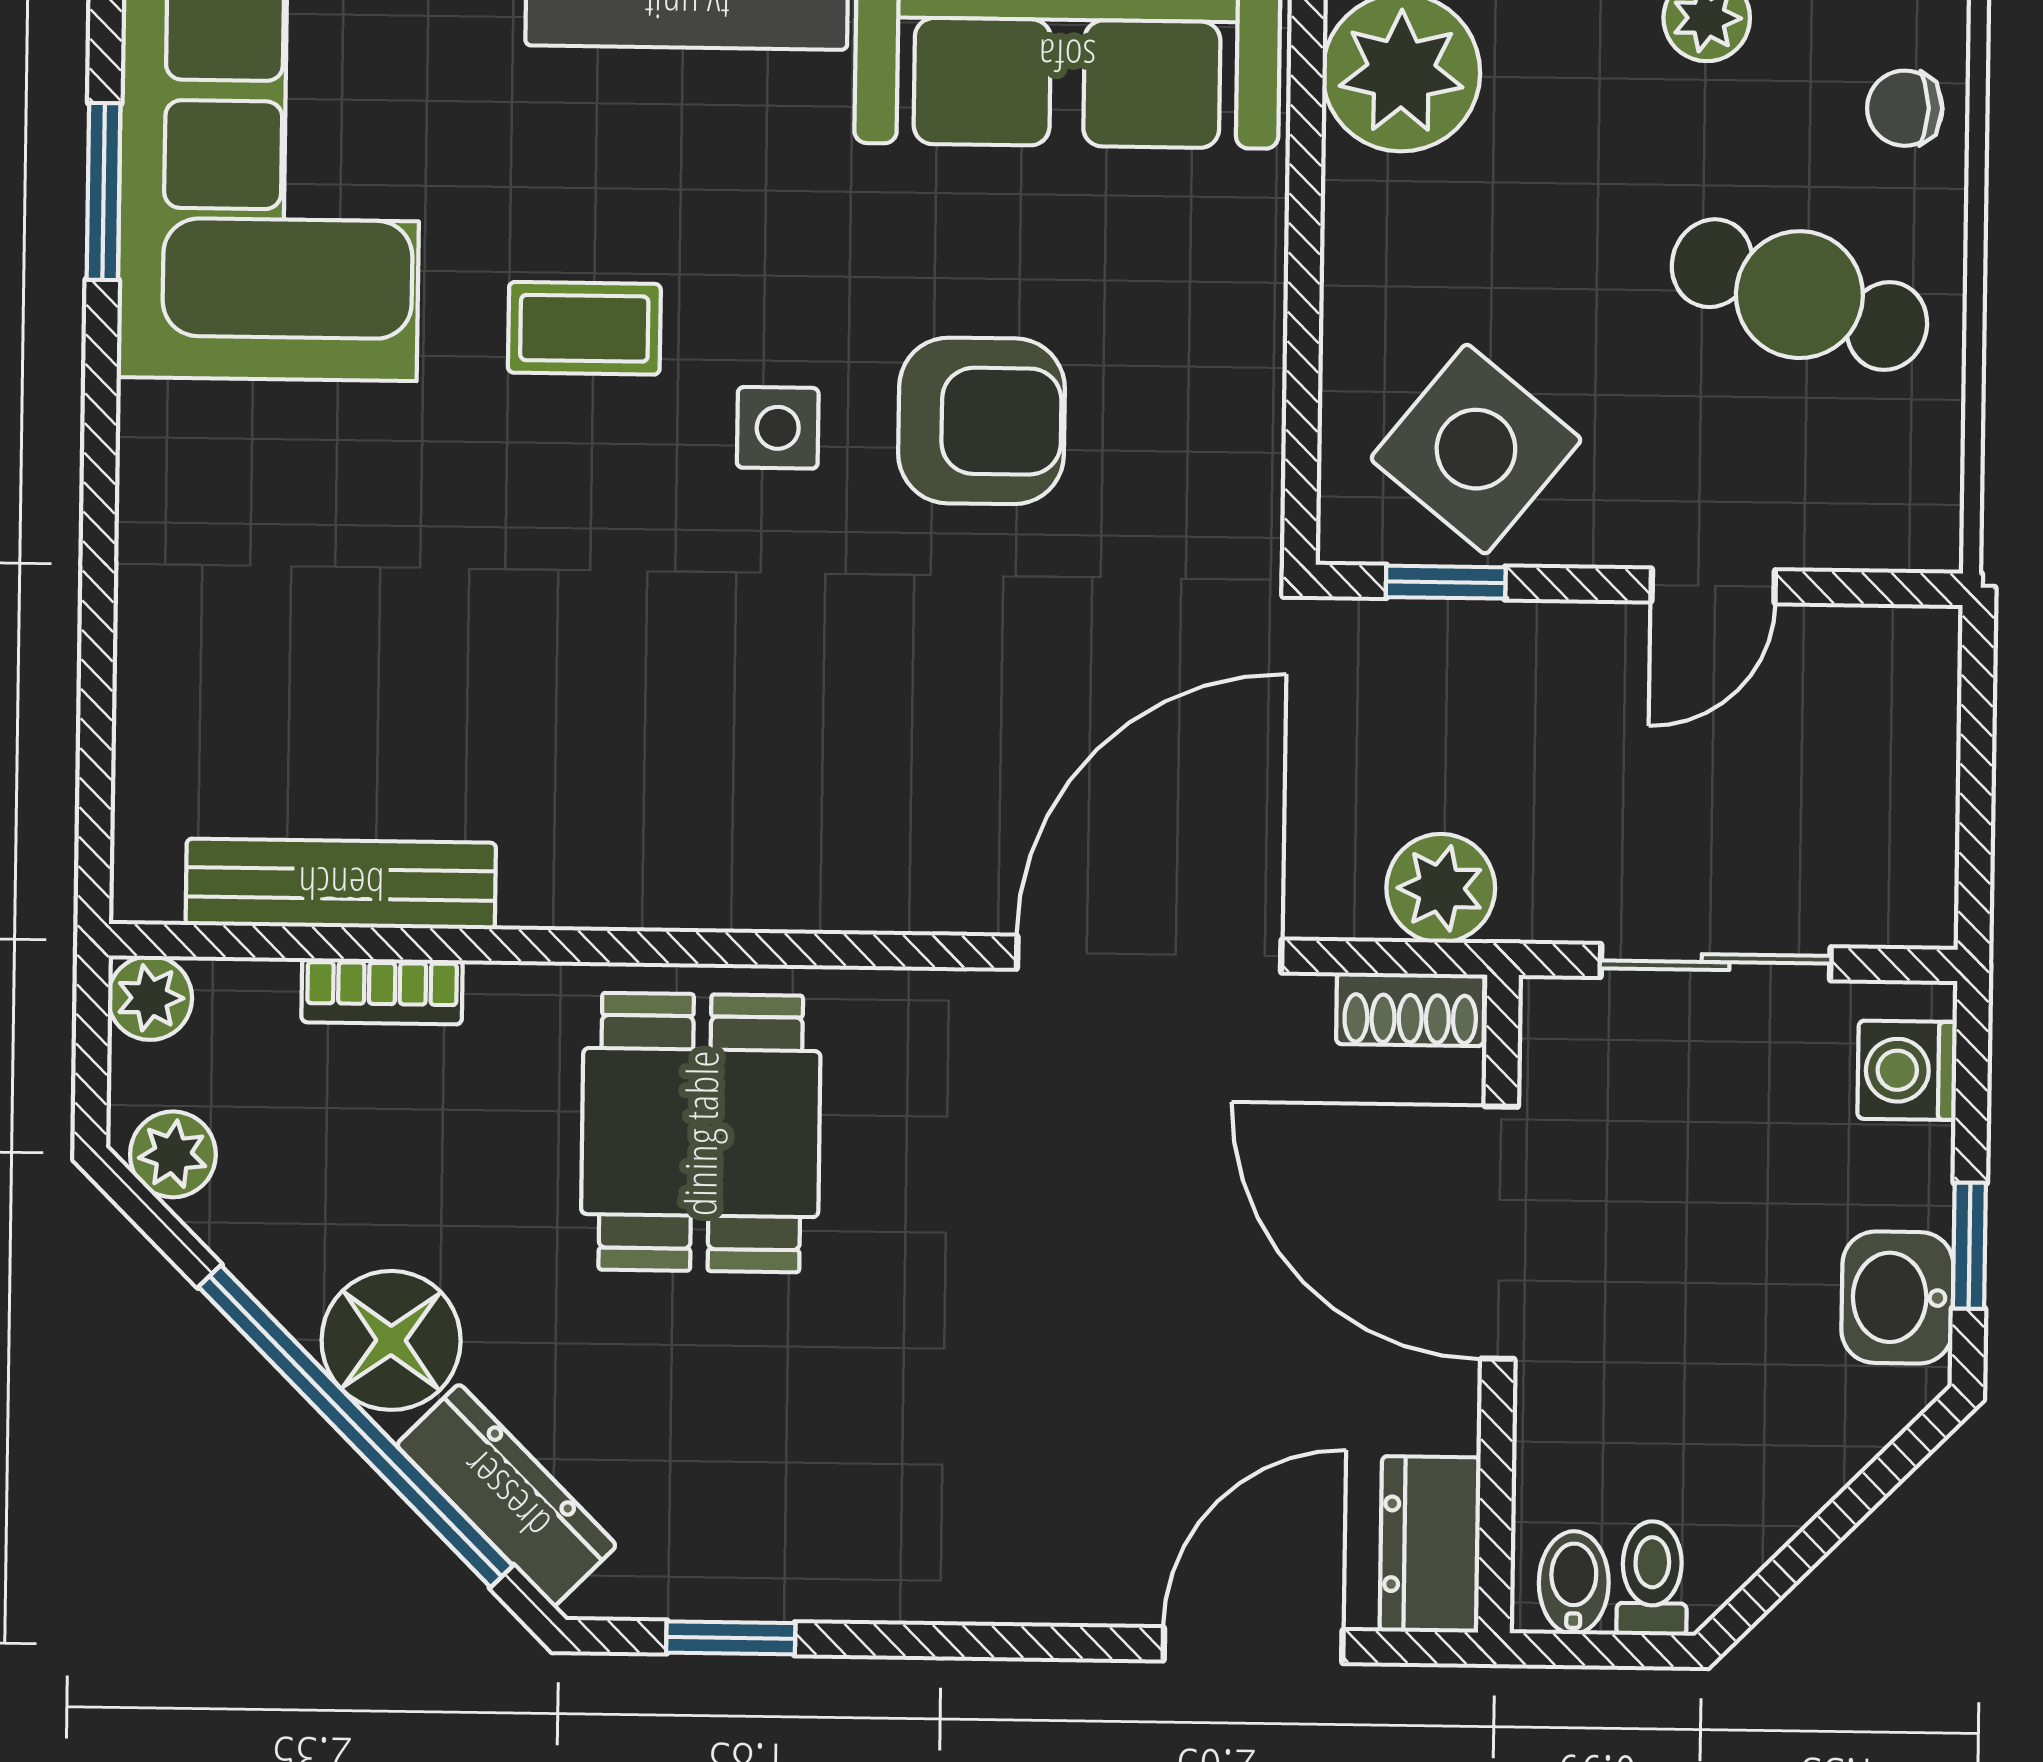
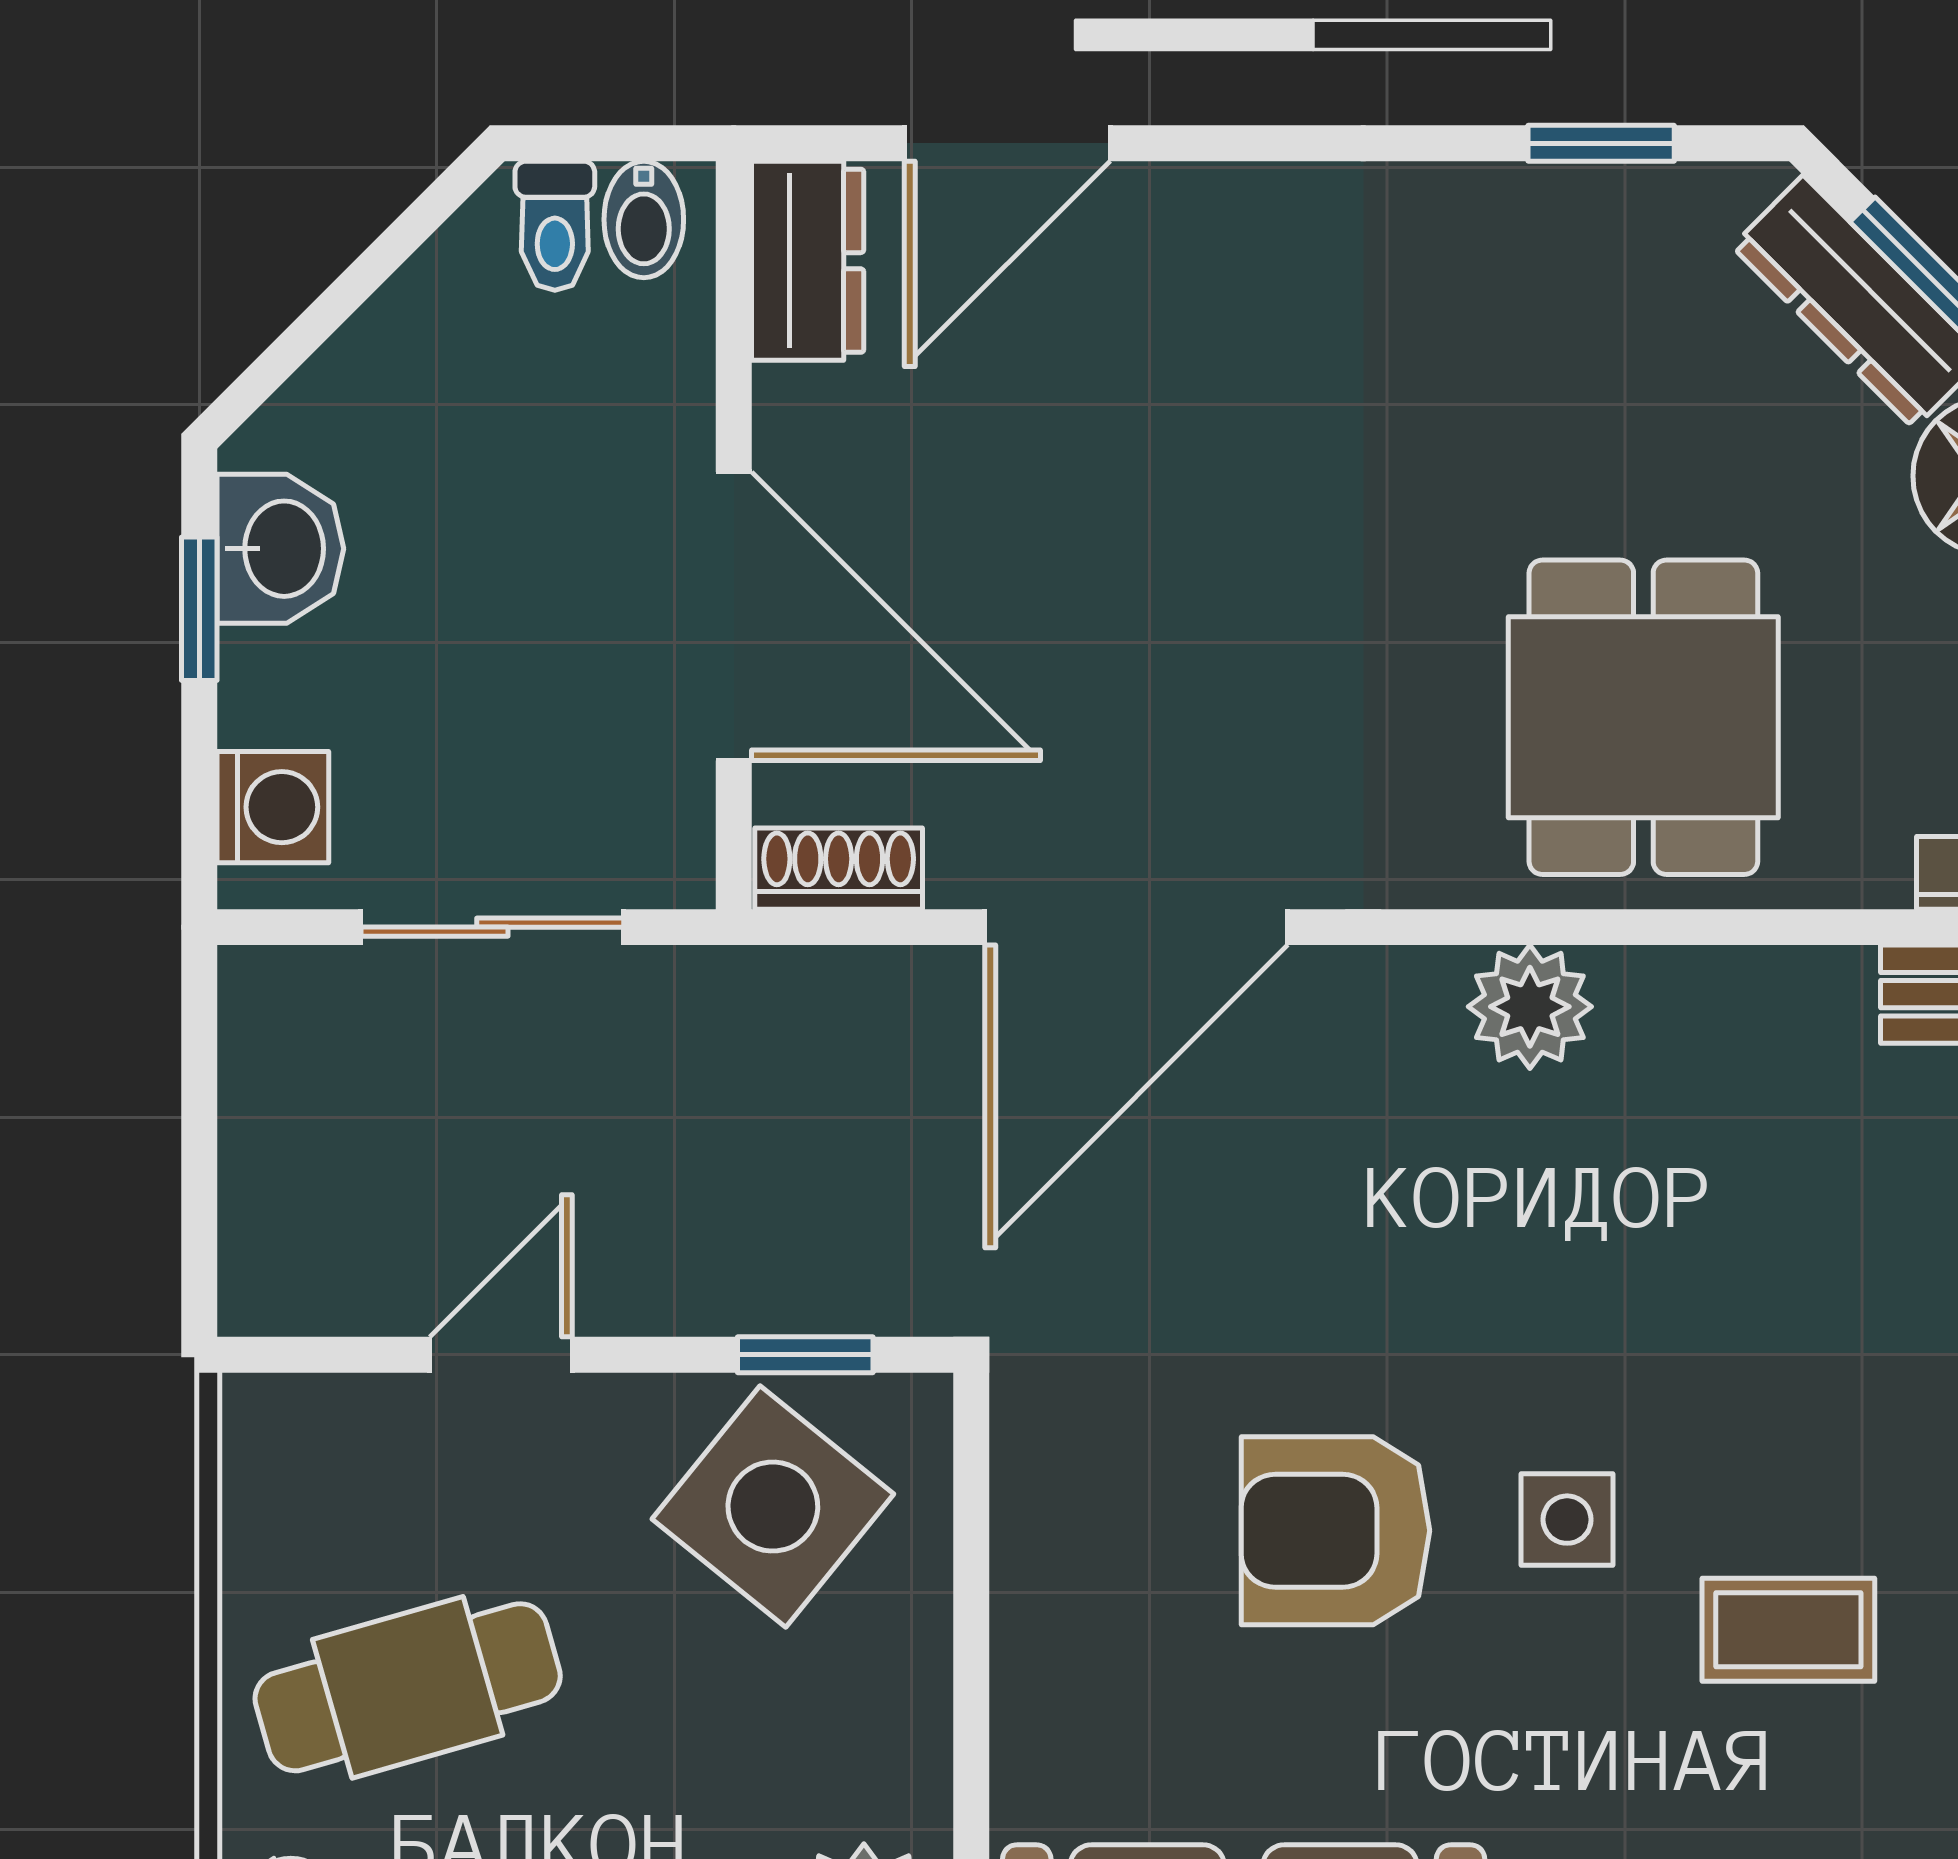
cafe table: (1799, 295) -> (408, 1687), turned -35
plant: (1441, 888) -> (1530, 1007), moved

